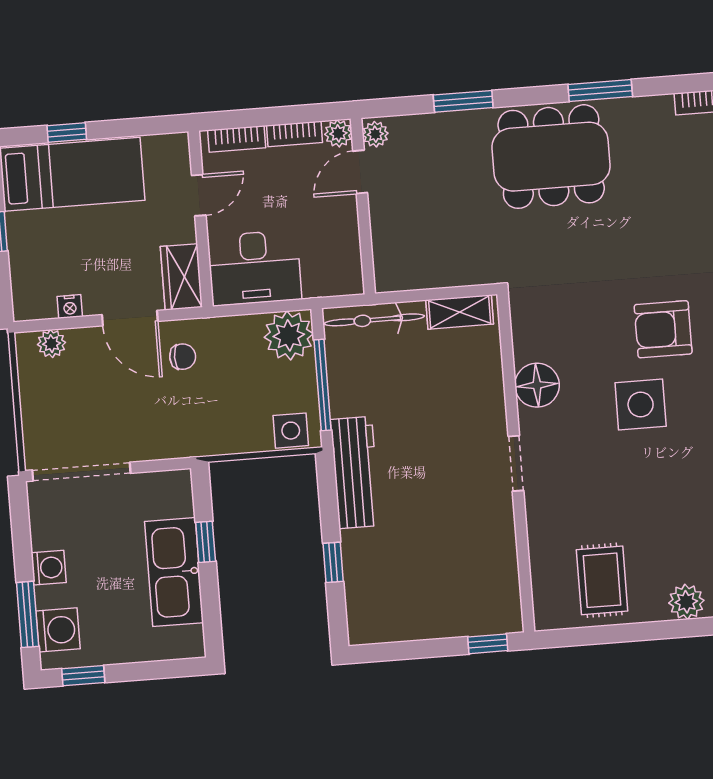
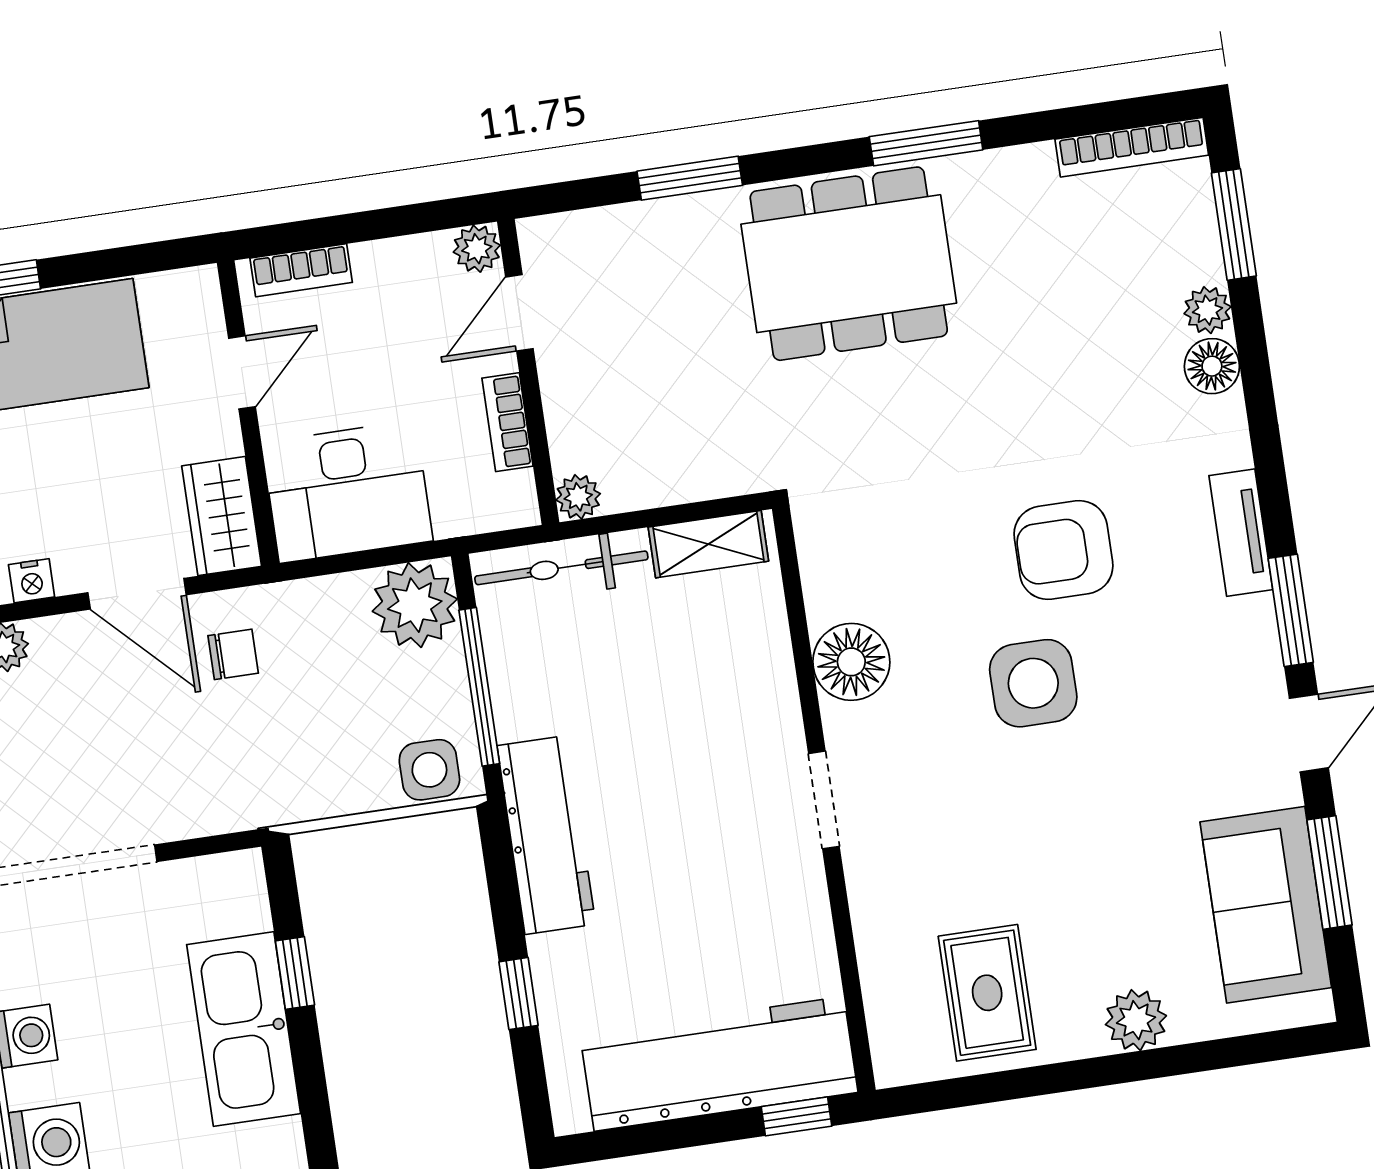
bookcase: (295, 134) -> (507, 422), moved, turned 90
plant: (375, 134) -> (578, 497), moved
workbench: (445, 611) -> (719, 1064), added

